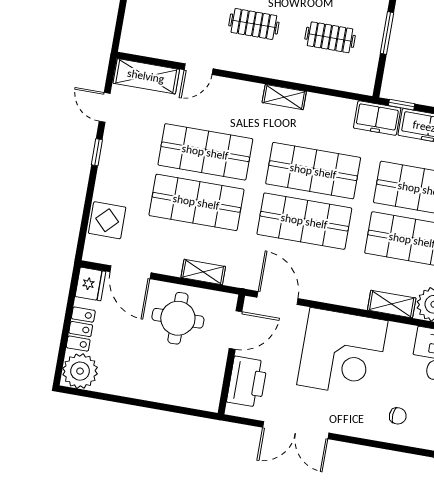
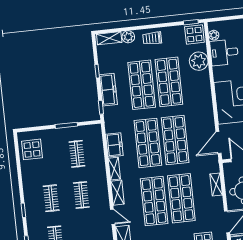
freezer: (377, 118) -> (114, 145), moved
shelving: (392, 304) -> (117, 193), moved

